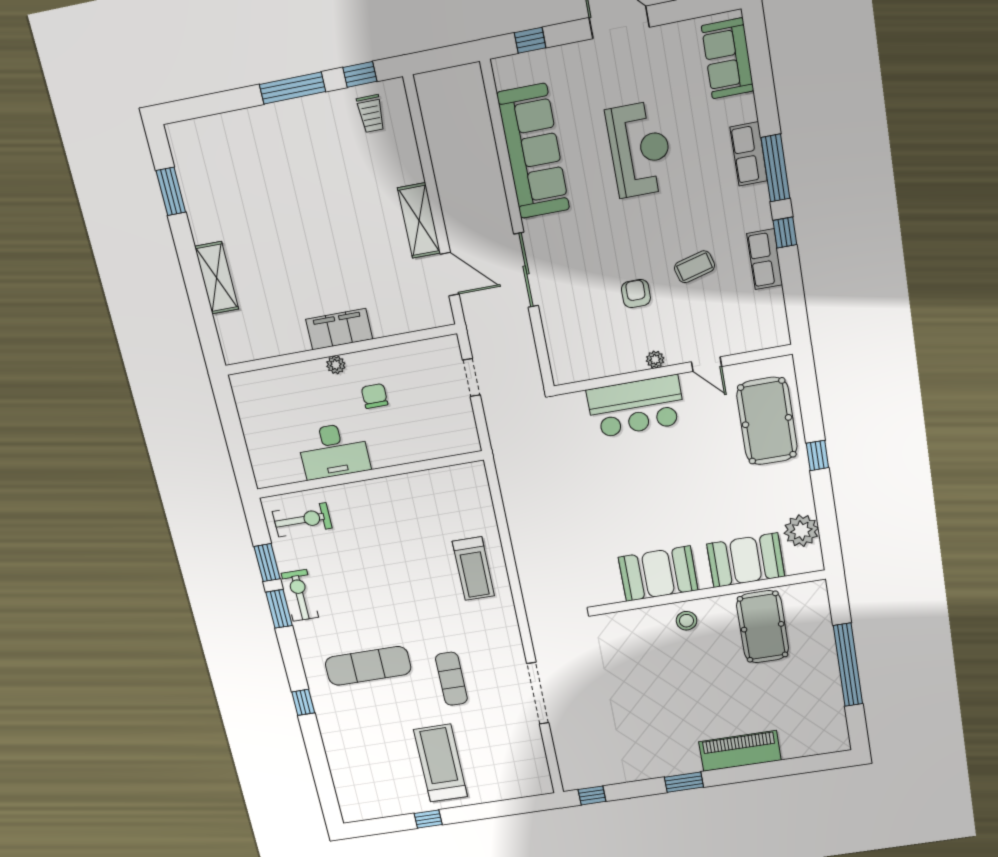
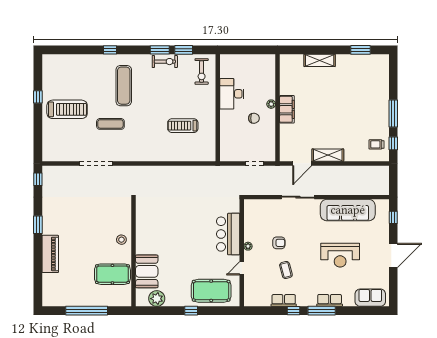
treadmill: (473, 569) -> (183, 126), moved
booth: (658, 574) -> (147, 230), removed

